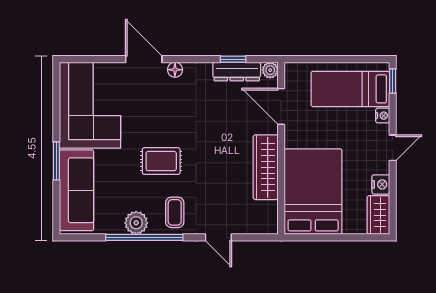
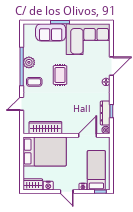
wardrobe: (266, 167) -> (45, 128), moved
sofa: (77, 190) -> (51, 32), width x0.73

